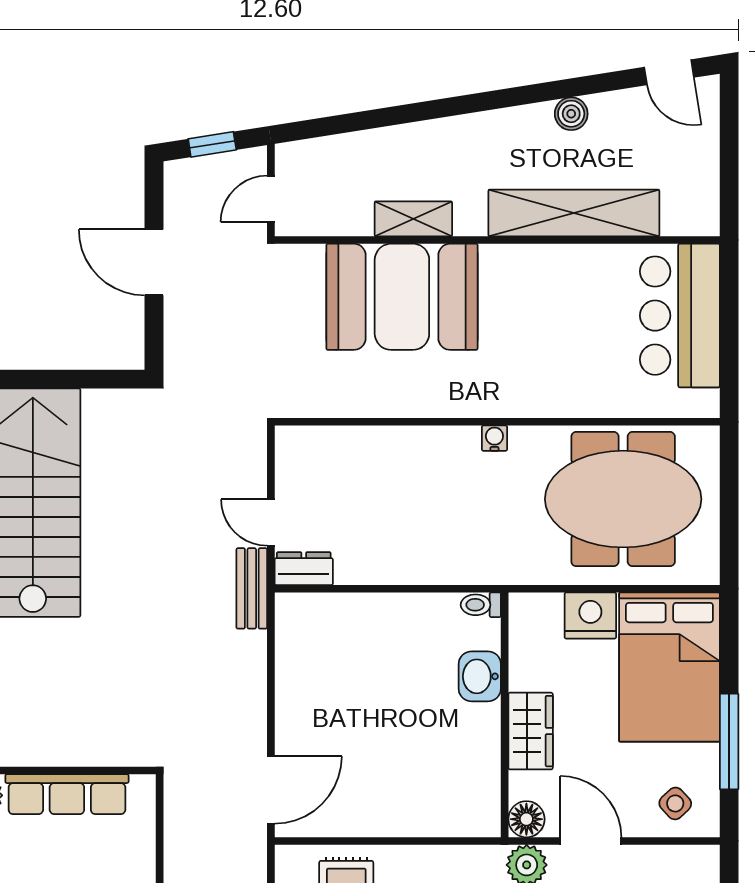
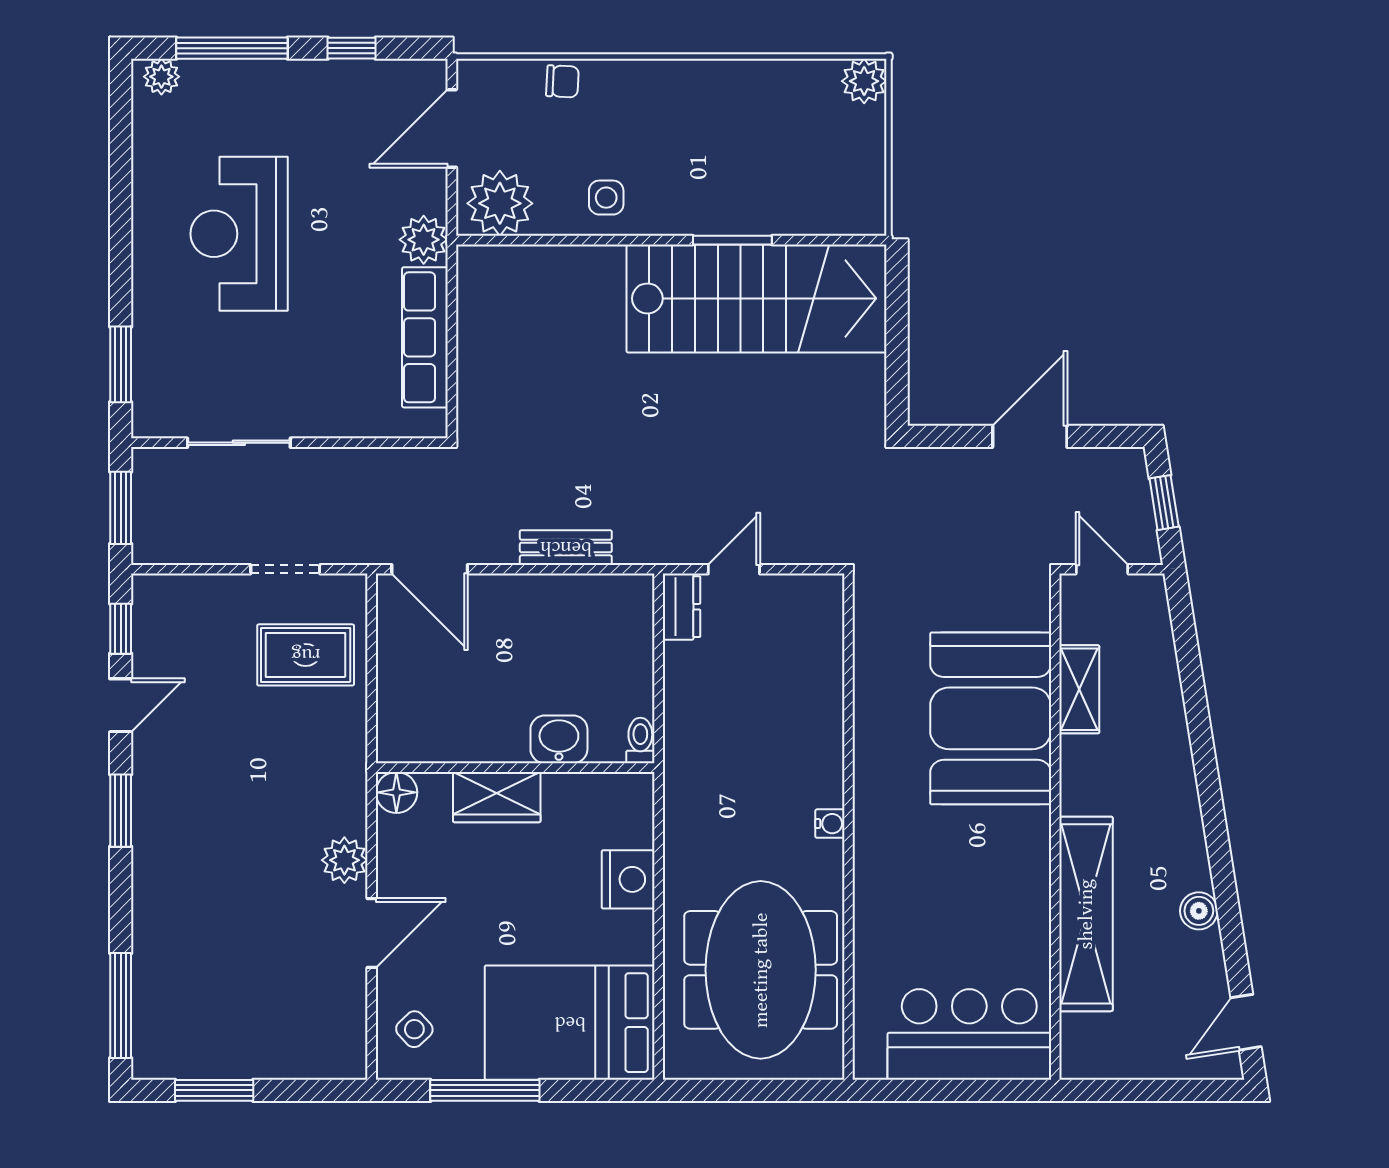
shelving: (413, 219) -> (1079, 689), moved
bench: (252, 588) -> (566, 548), moved
toilet: (481, 605) -> (640, 741), moved
nightstand: (590, 616) -> (628, 879), moved
washbasin: (480, 676) -> (559, 739), moved
wall: (505, 715) -> (515, 768), moved
wardrobe: (531, 731) -> (497, 797), moved
floor lamp: (526, 819) -> (396, 792), moved

